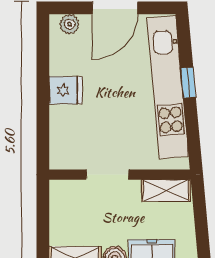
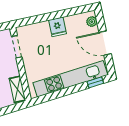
window: (188, 82) -> (95, 82), moved
doorway: (107, 175) -> (17, 47), moved

